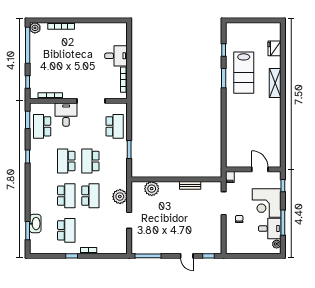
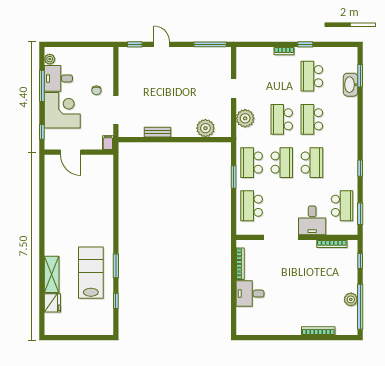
plant: (35, 28) -> (351, 299), moved
shelving: (275, 83) -> (52, 274), moved
school desk: (115, 161) -> (252, 163), added

